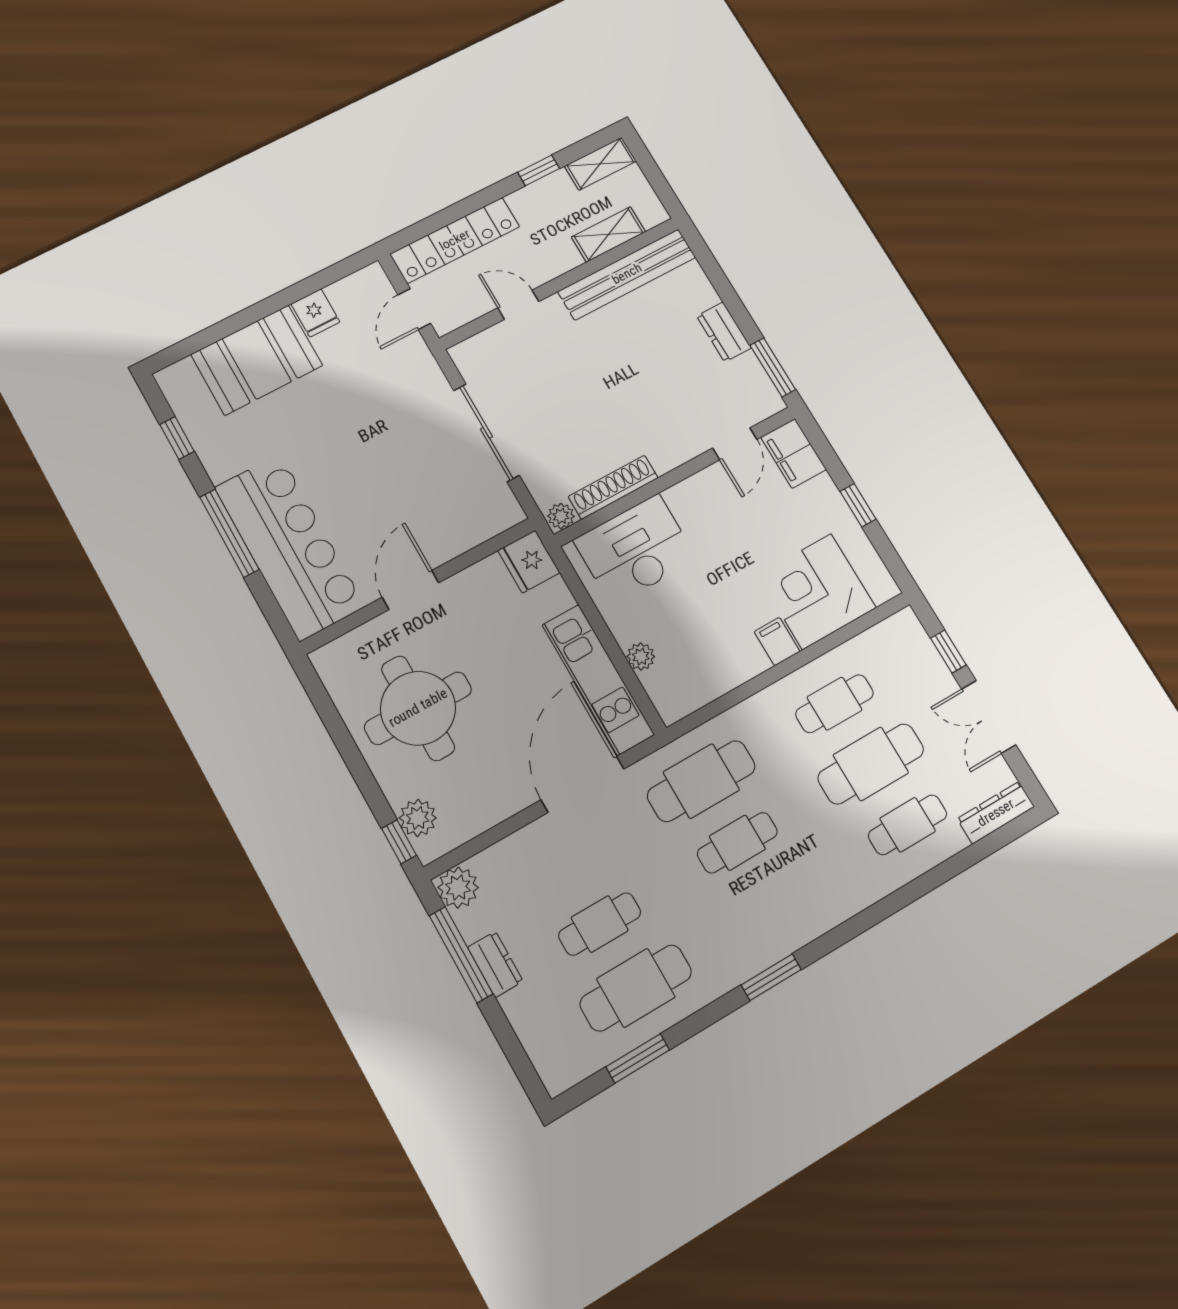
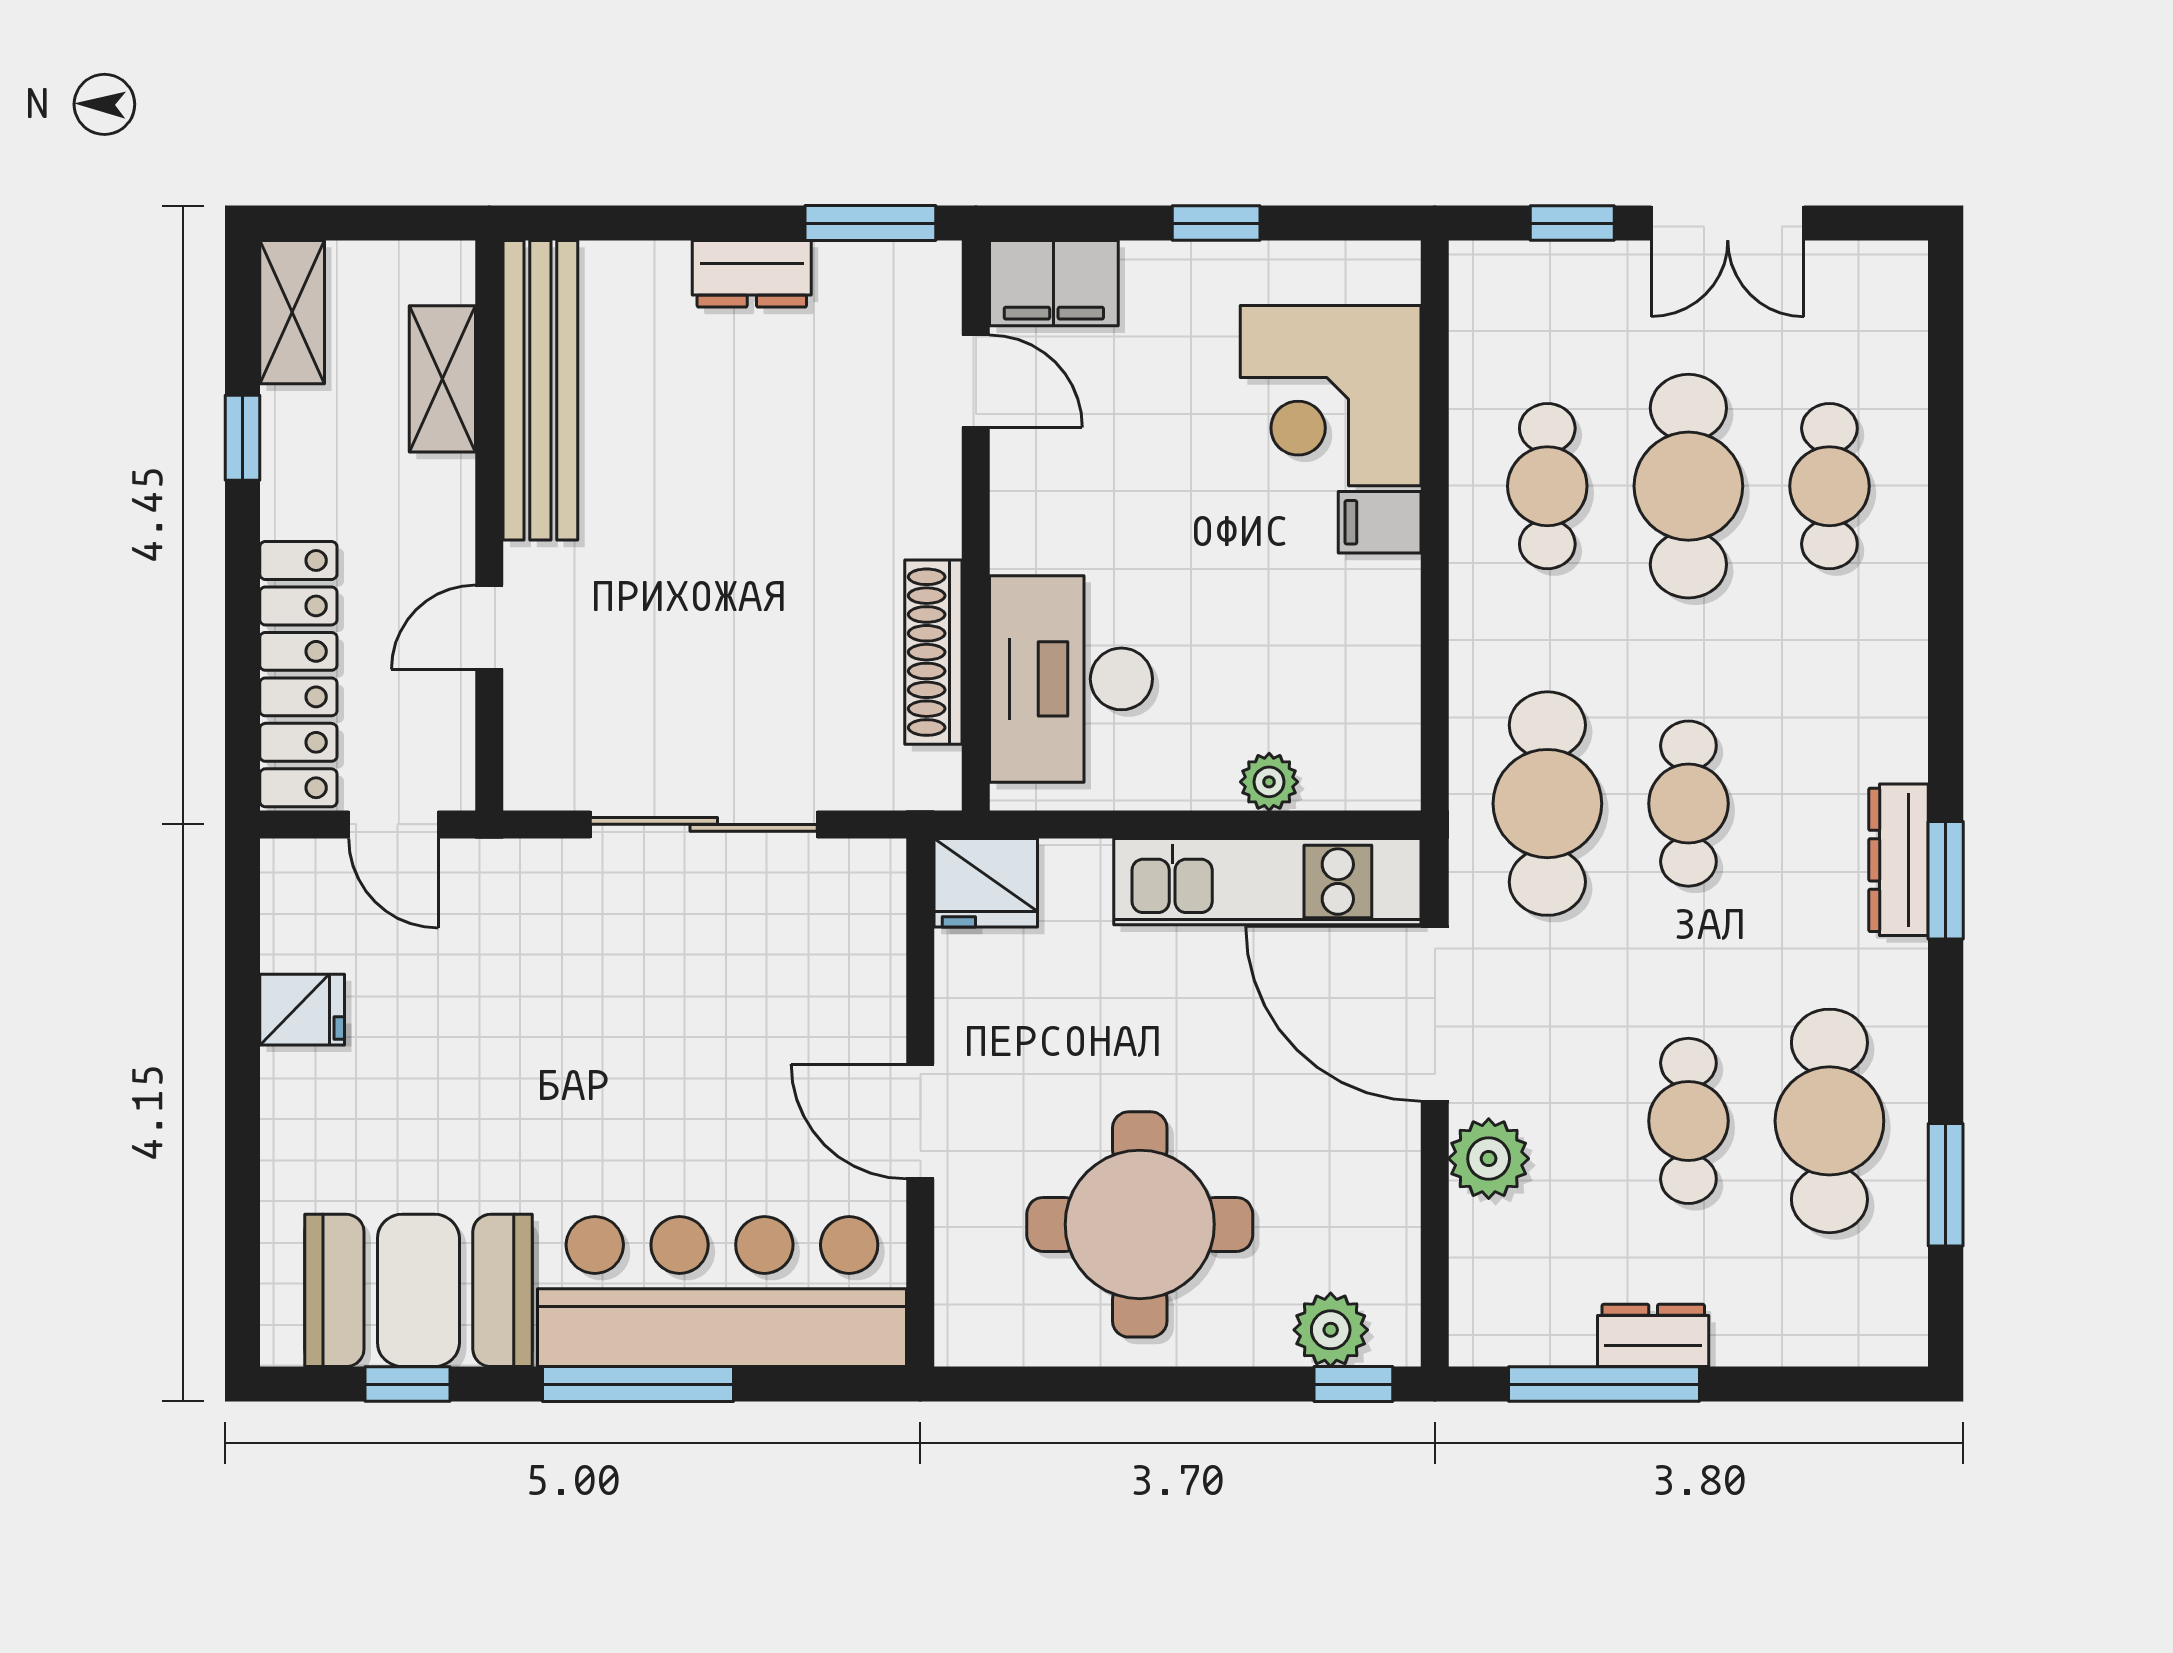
booth: (257, 360) -> (418, 1290), moved, turned 90
plant: (561, 516) -> (934, 778), removed
dresser: (996, 813) -> (1899, 860), moved
plant: (458, 888) -> (1489, 1159), moved

